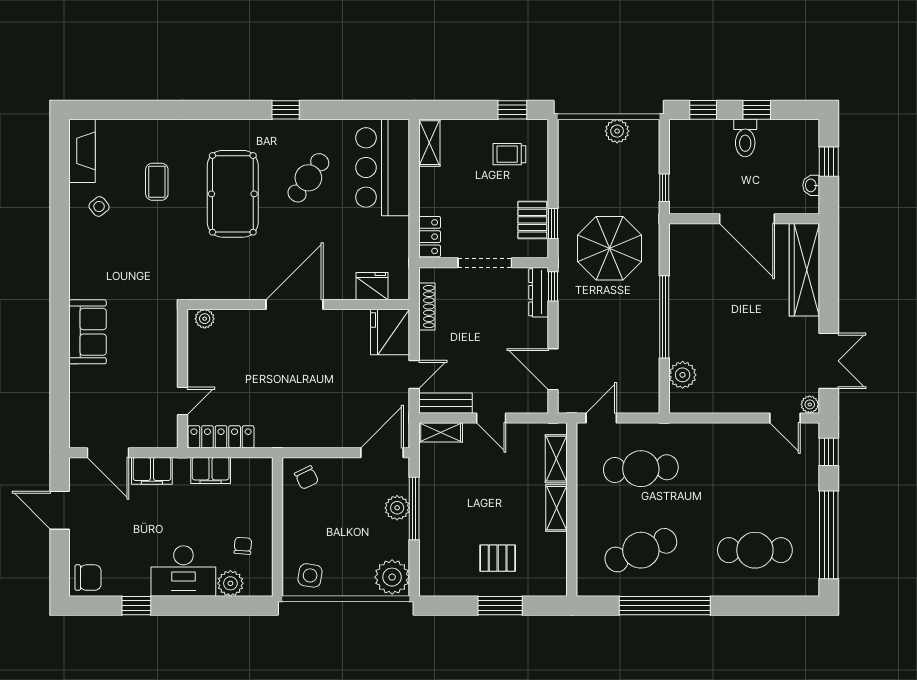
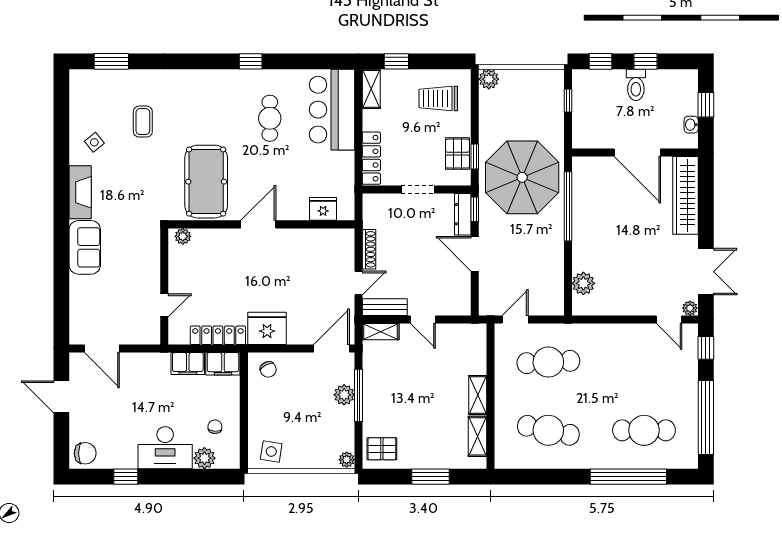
window: (119, 110) -> (111, 61), added
window: (512, 110) -> (396, 61), moved
plant: (617, 131) -> (489, 79), moved
fireplace: (82, 151) -> (80, 192), moved
trolley: (509, 154) -> (438, 98), width x1.36, depth x1.39
cafe table: (308, 178) -> (270, 118), turned -36
window: (664, 188) -> (568, 101), moved
pool table: (233, 194) -> (206, 182), moved
locker: (430, 237) -> (371, 158), width x1.53
parasol: (610, 248) -> (522, 177), width x1.36, depth x1.36
doorway: (485, 263) -> (418, 189), width x0.73
door: (295, 304) -> (258, 224), width x0.73
shoe rack: (427, 307) -> (369, 249), moved
window: (664, 317) -> (568, 206), moved
fridge: (390, 332) -> (267, 328), moved, turned 90
door: (553, 369) -> (475, 254), moved
locker: (221, 437) -> (218, 335), moved
shelving: (556, 459) -> (477, 436), moved
filing cabinet: (152, 471) -> (223, 364), moved
cafe table: (641, 550) -> (548, 430), turned 33
pallet: (498, 558) -> (382, 449), moved
plant: (392, 577) -> (347, 460), width x0.53, depth x0.53
window: (665, 606) -> (628, 477), moved

